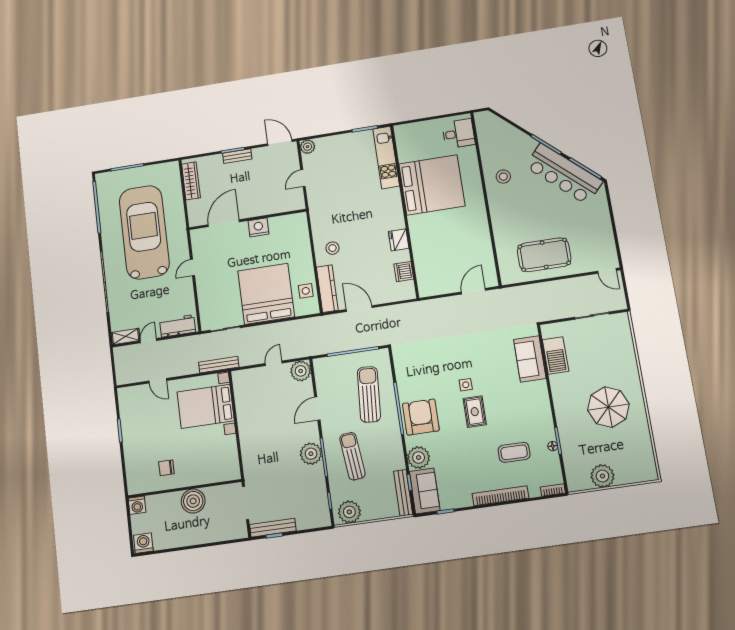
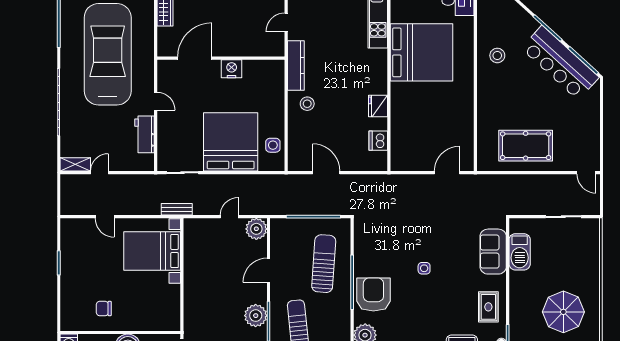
door: (192, 267) -> (156, 101), swing flipped
kitchen counter: (327, 289) -> (296, 65), moved
workbench: (178, 326) -> (145, 134), moved, turned -90
bench: (219, 365) -> (177, 209), width x0.73
rug: (475, 412) -> (488, 307), moved

